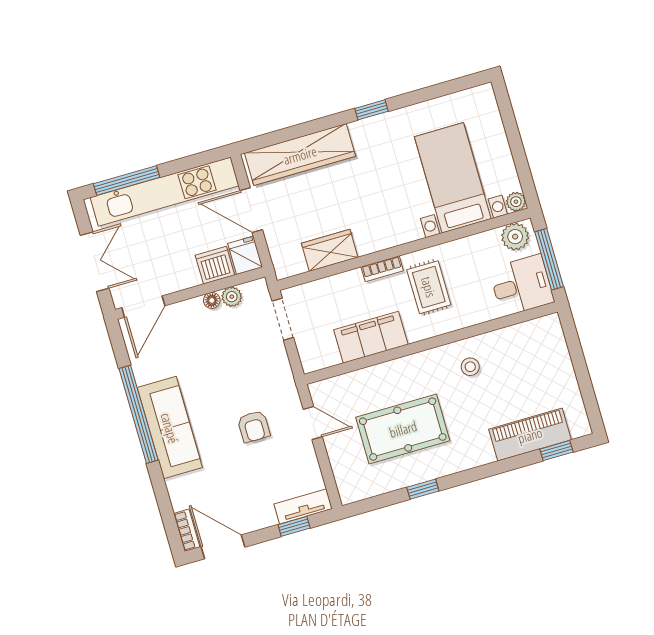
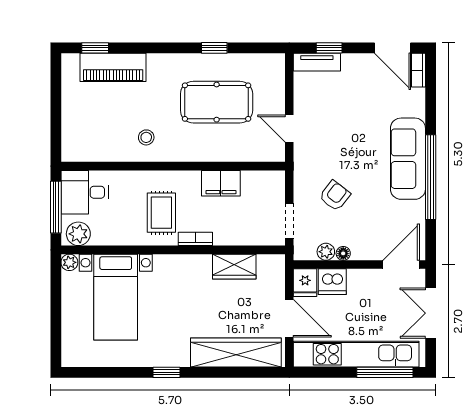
filing cabinet: (371, 337) -> (221, 183), width x0.67, depth x0.86
armchair: (254, 426) -> (335, 196), moved, turned 38

